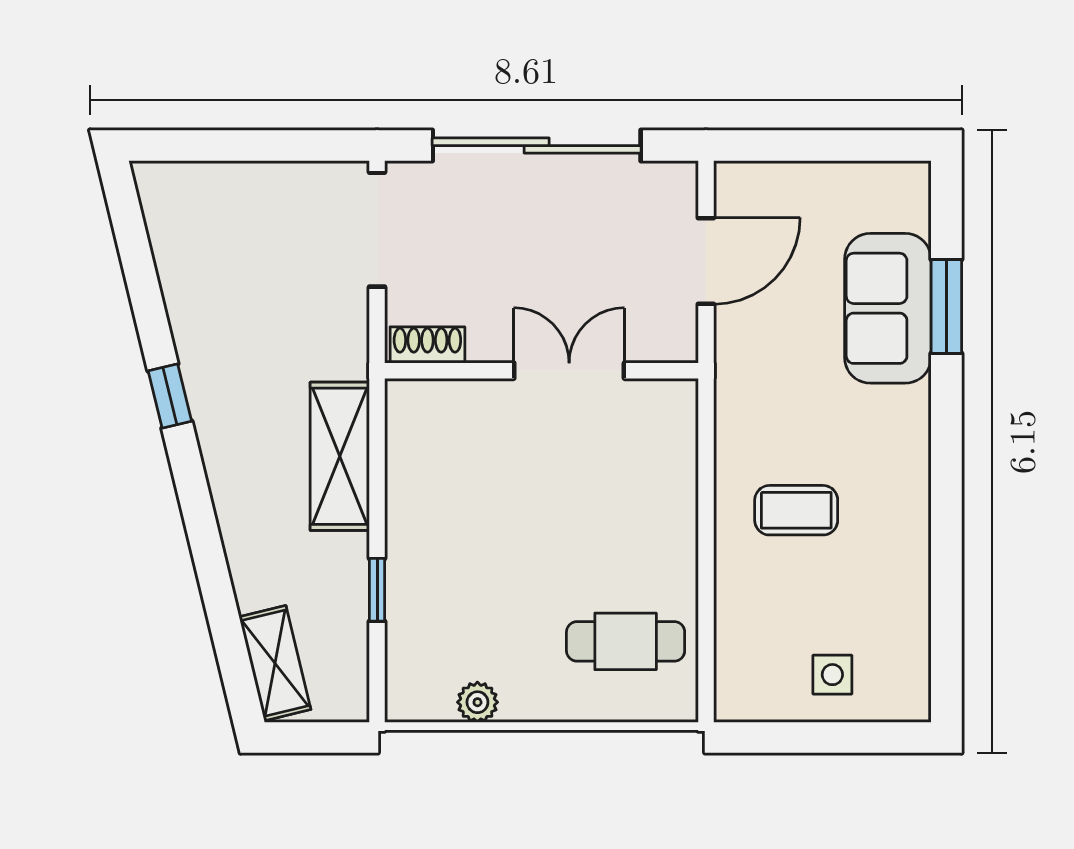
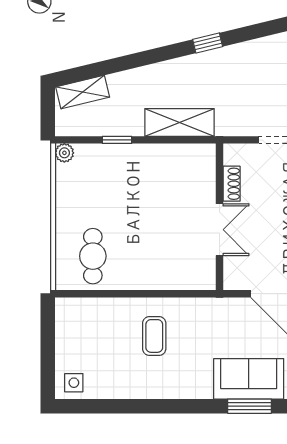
shoe rack: (427, 345) -> (232, 184), moved
side table: (832, 675) -> (74, 383), moved
plant: (477, 702) -> (64, 153), moved

